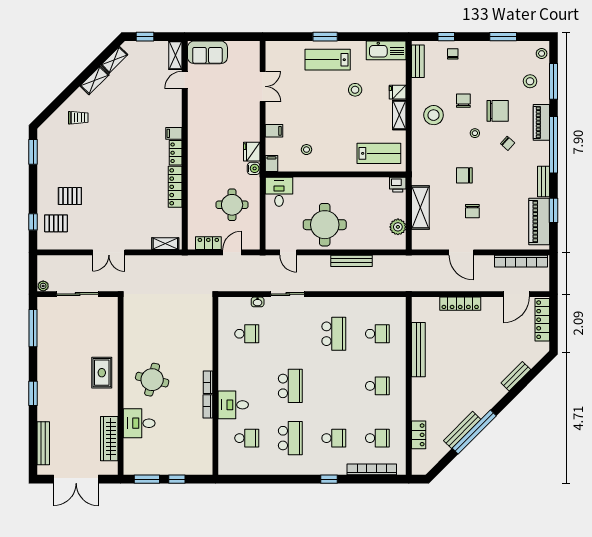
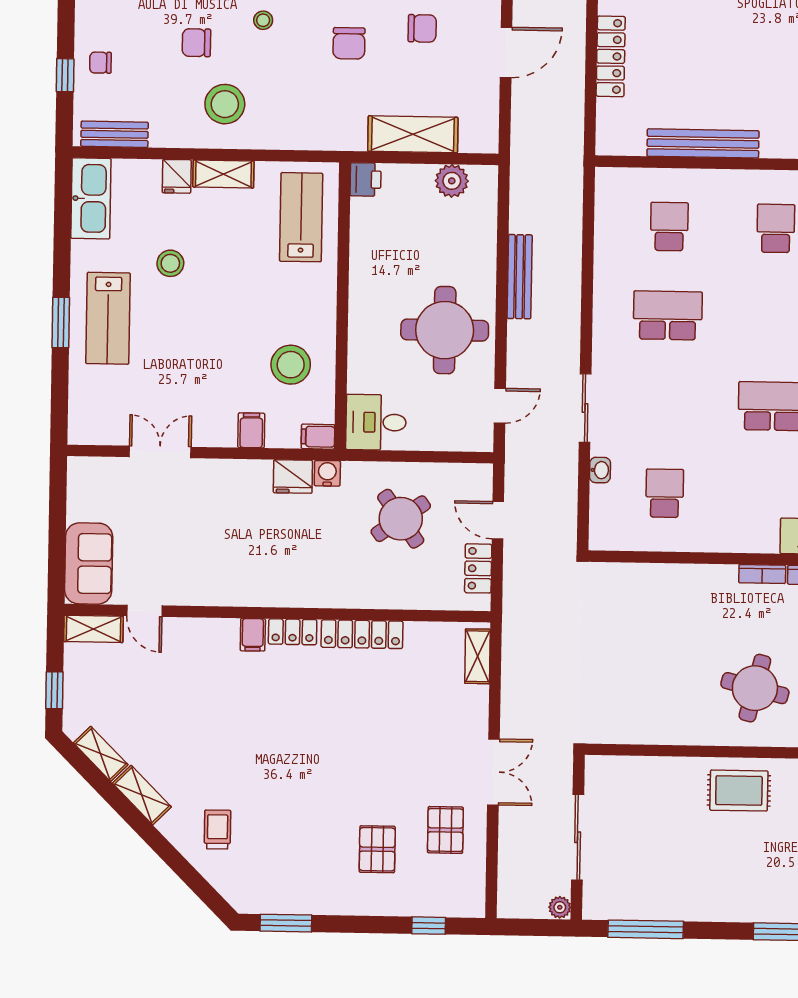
stool: (306, 150) -> (291, 365), width x1.89, depth x1.89
round table: (232, 205) -> (401, 519), turned -35
pallet: (56, 223) -> (445, 830), moved

